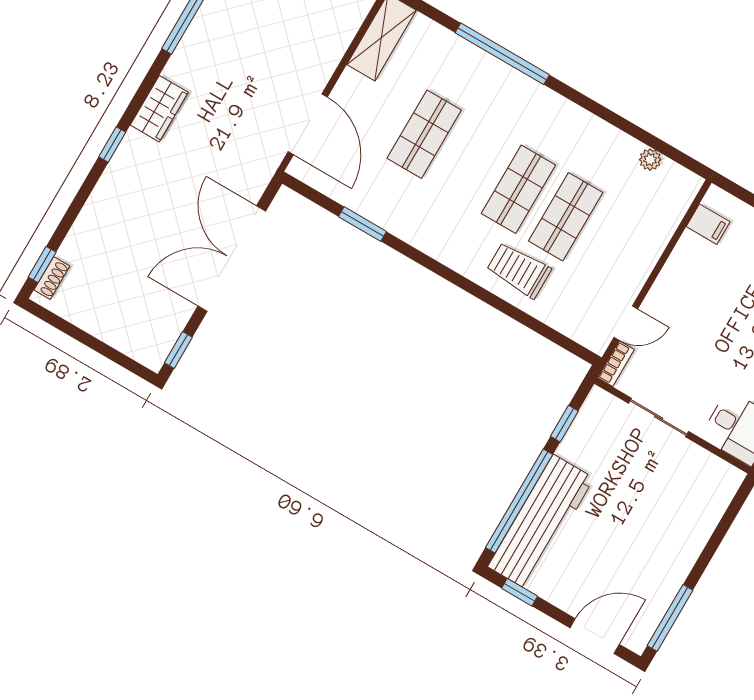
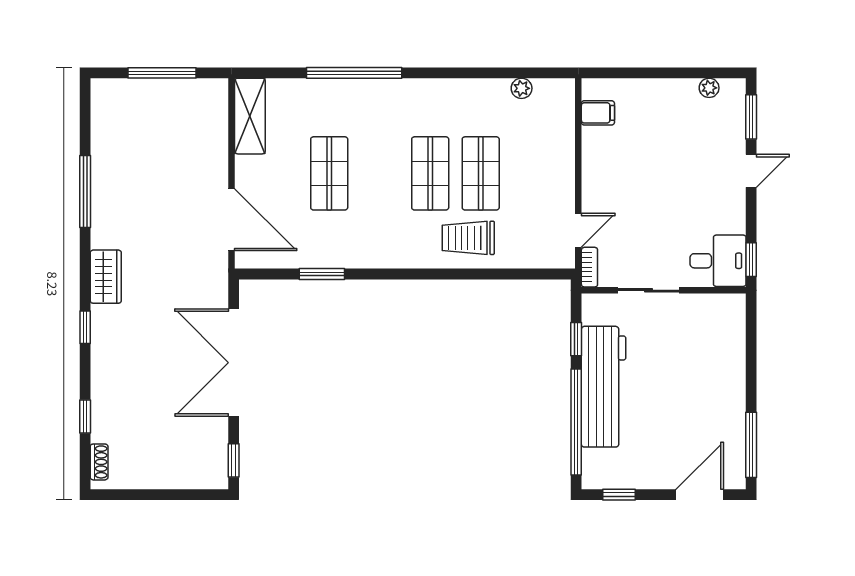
window: (42, 265) -> (85, 417), moved
workbench: (541, 522) -> (604, 387), moved

